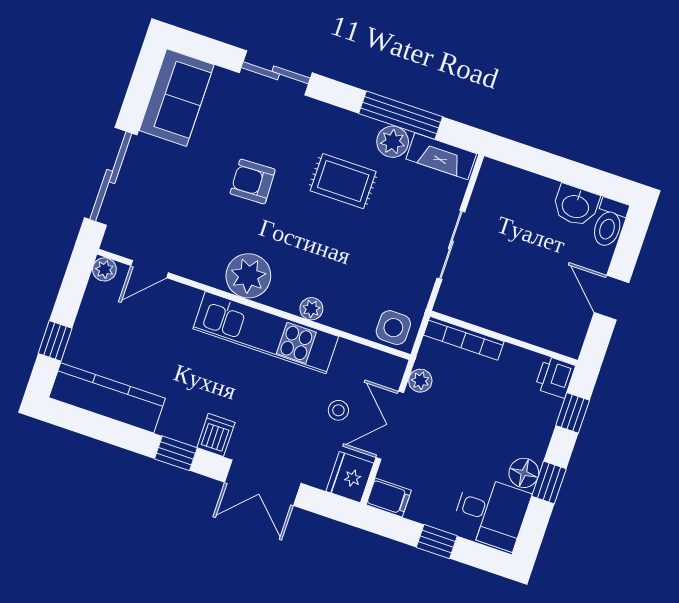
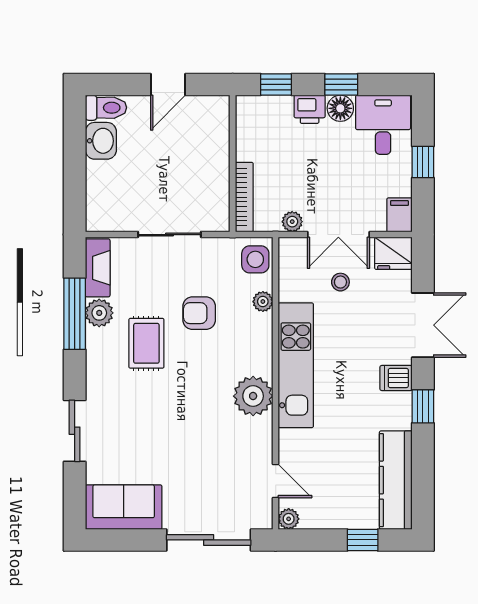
armchair: (253, 182) -> (199, 313), moved, turned 92
plant: (311, 309) -> (263, 302), moved
printer: (555, 377) -> (310, 109), moved

